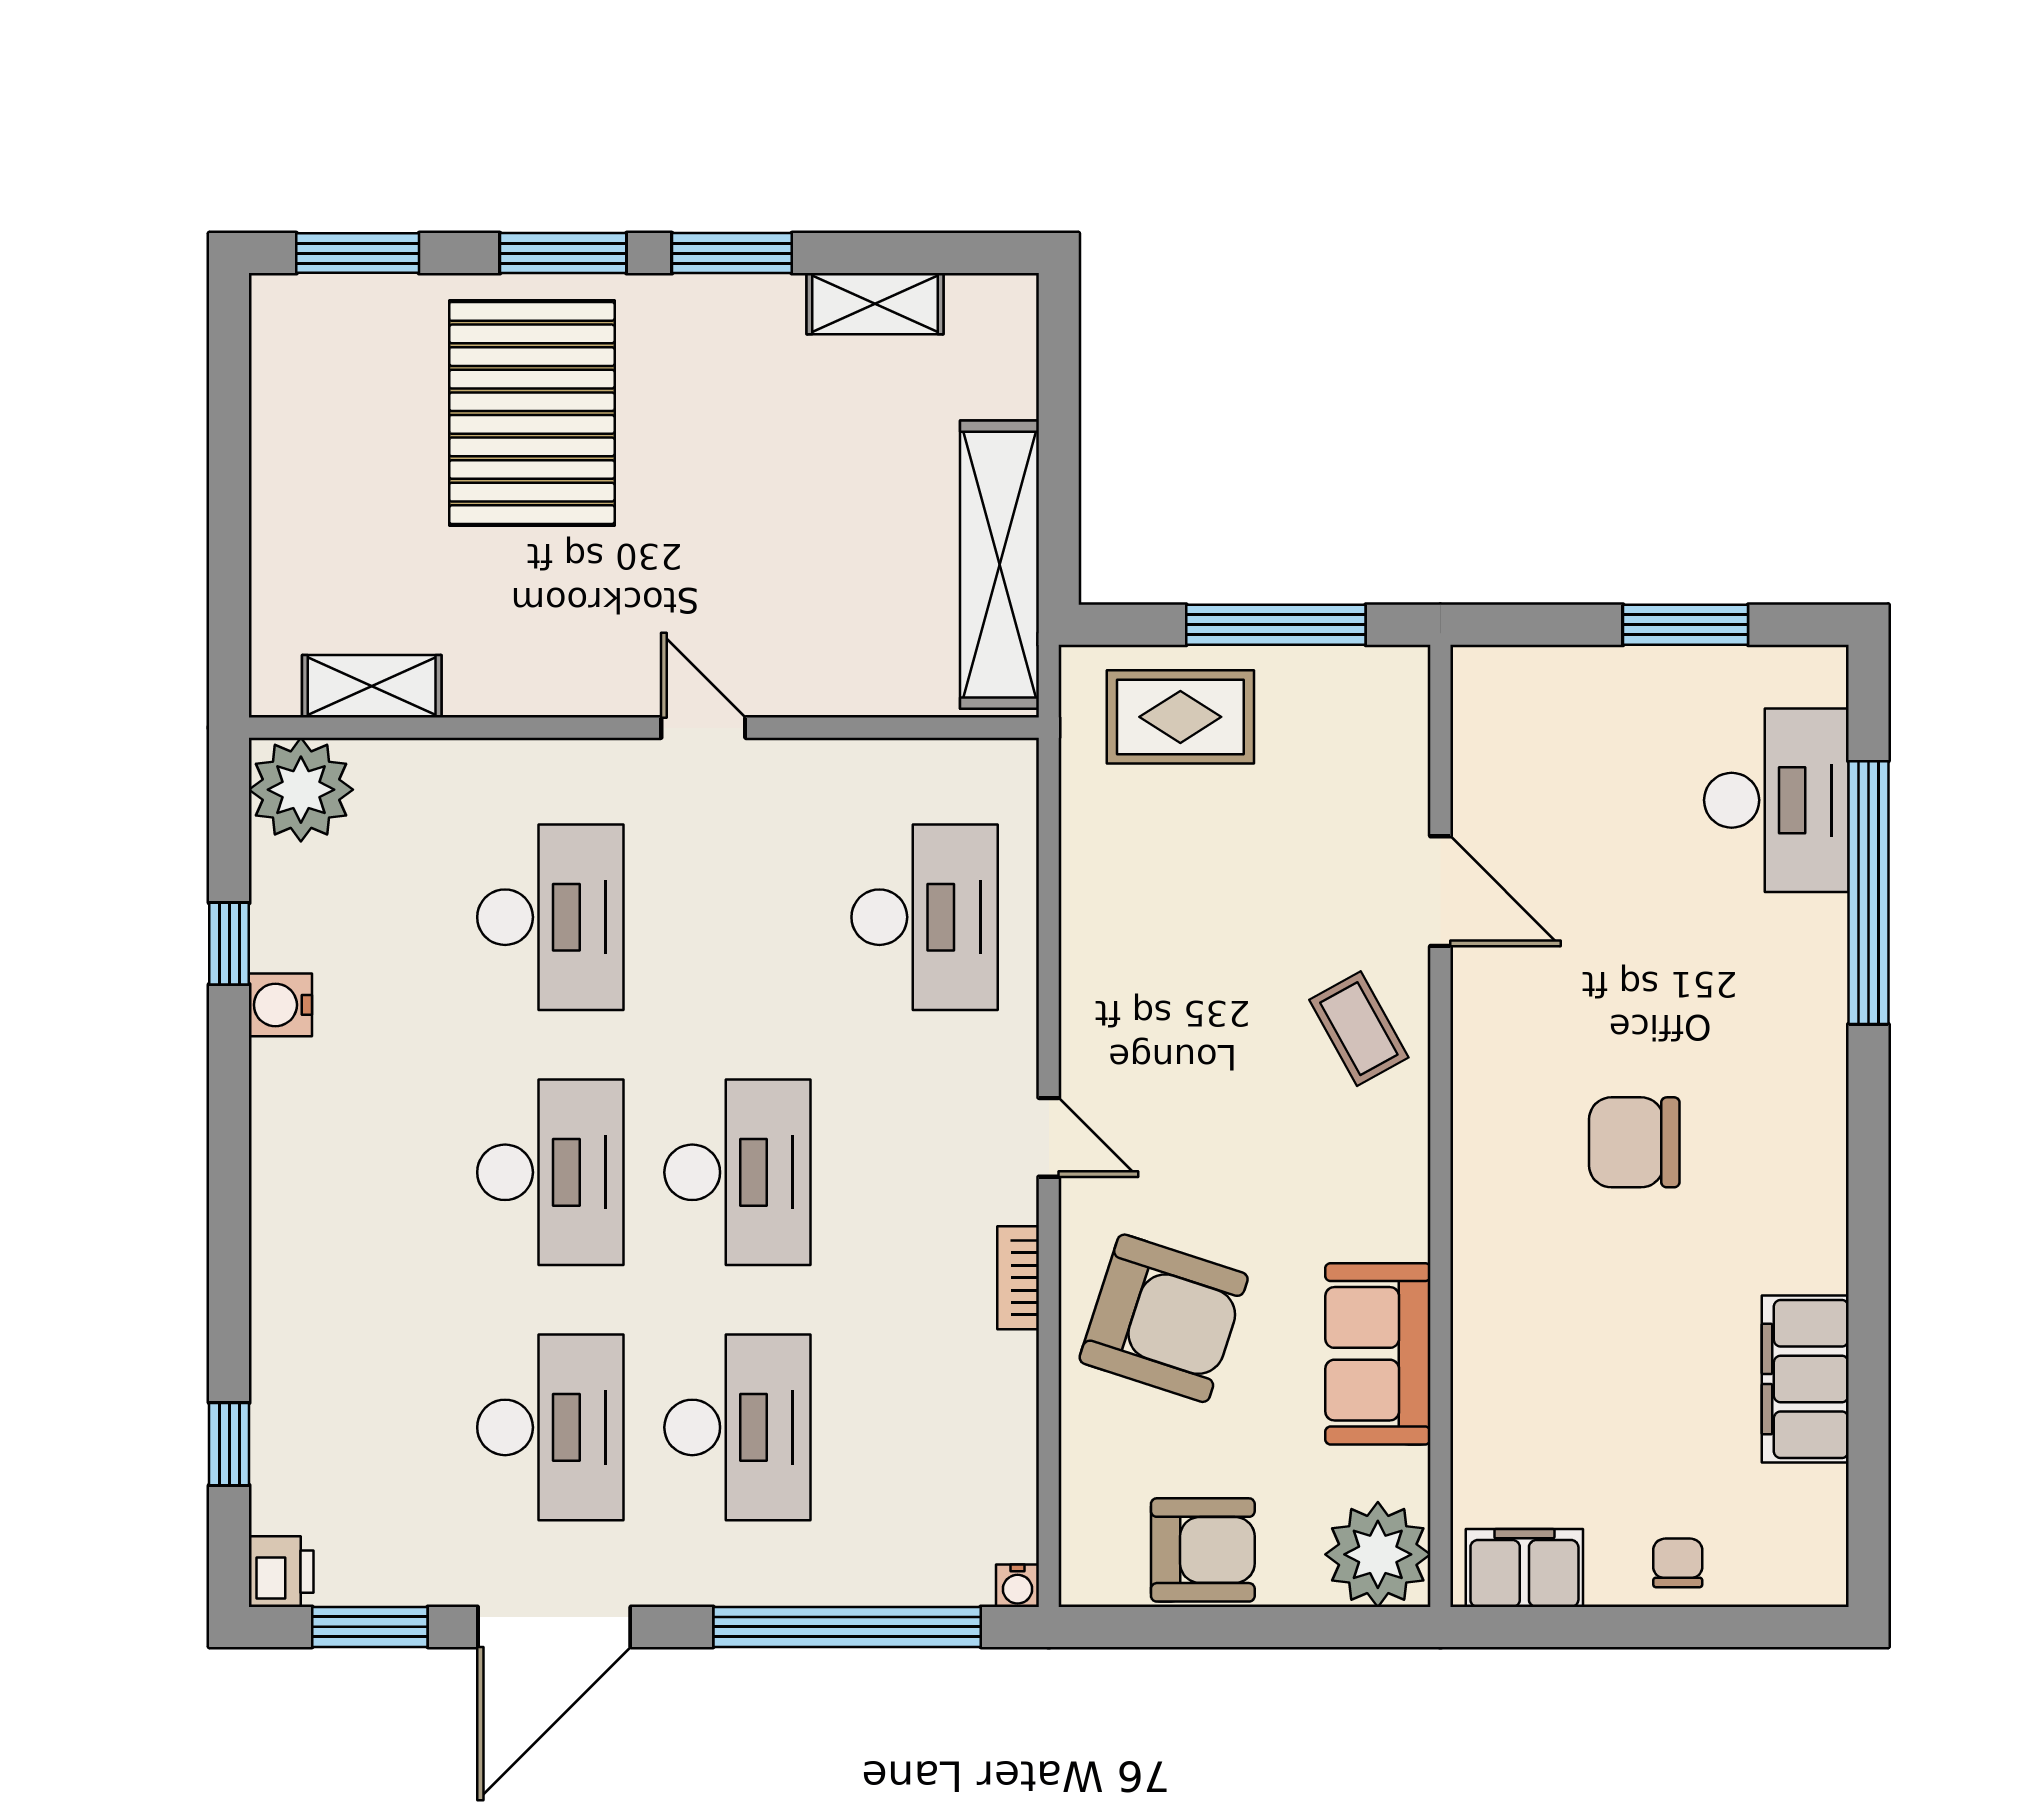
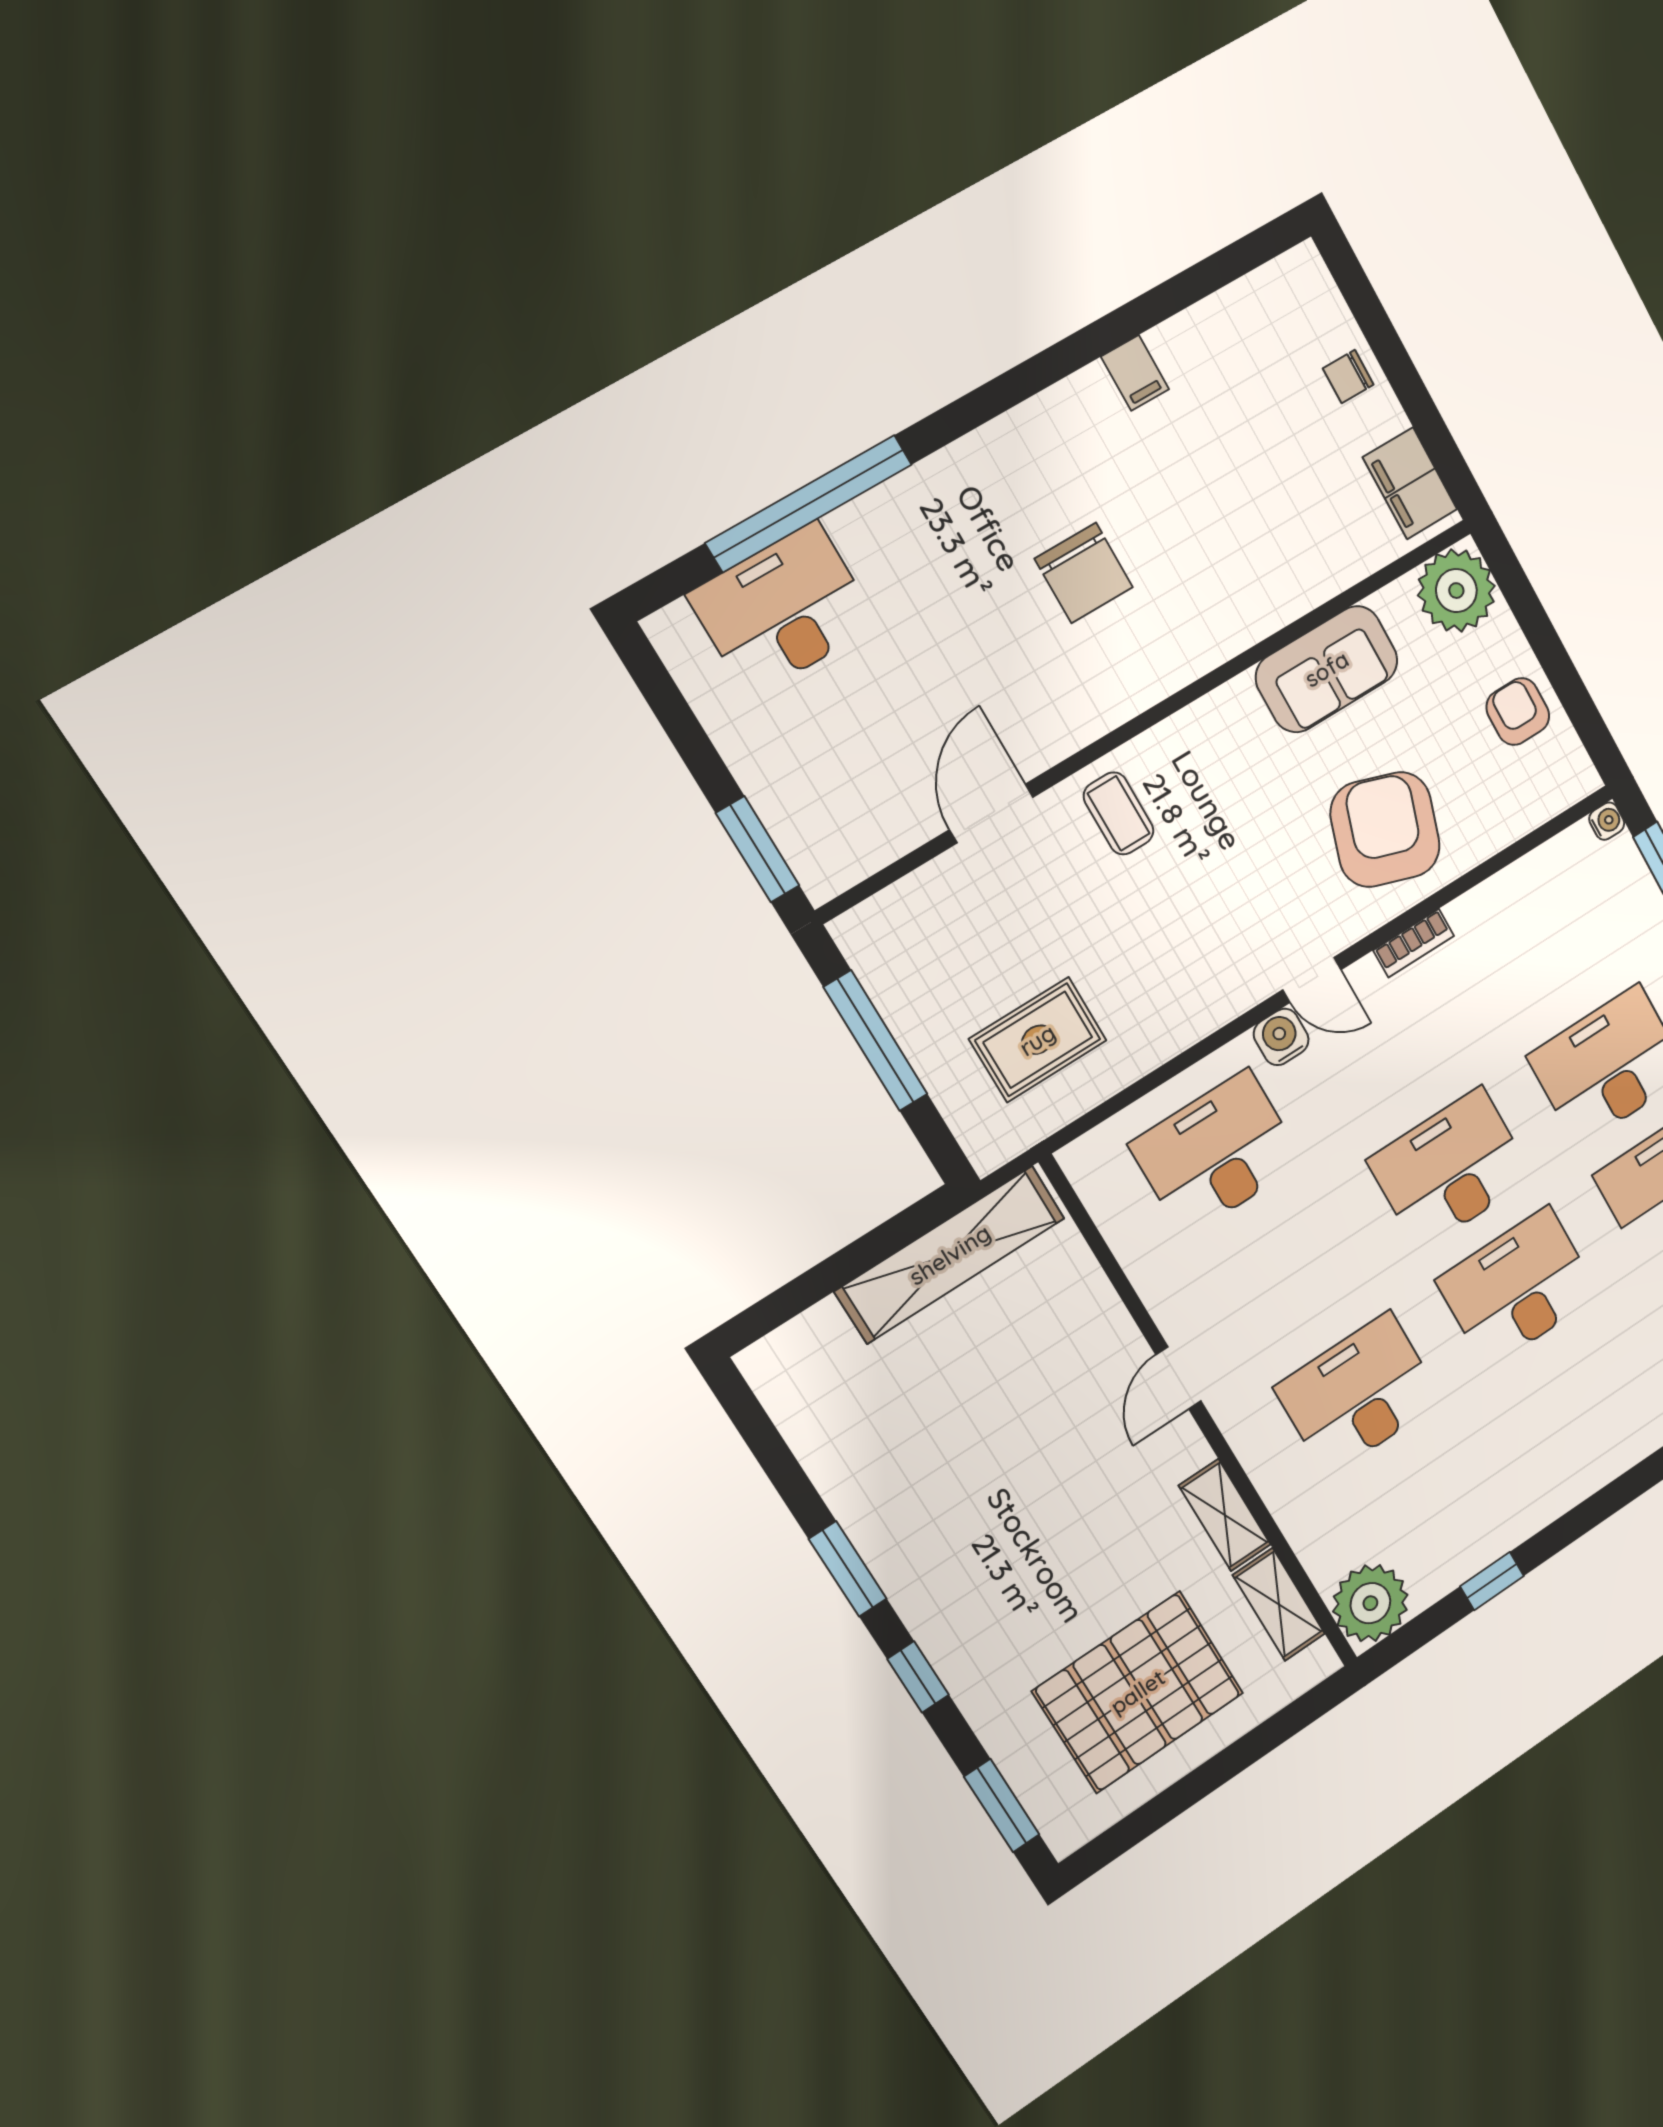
window: (563, 253) -> (918, 1677), width x0.67
shelving: (875, 304) -> (1225, 1515), moved
pallet: (532, 413) -> (1138, 1692), moved
window: (1686, 625) -> (758, 849), moved
rug: (1180, 717) -> (1038, 1040), moved, turned 90
water cooler: (280, 1005) -> (1281, 1037), moved, turned 180
coffee table: (1359, 1029) -> (1119, 813), turned -61
door: (1049, 1137) -> (1312, 980), swing flipped
filing cabinet: (1805, 1379) -> (1135, 373), width x0.33, depth x0.86
armchair: (1203, 1550) -> (1518, 712), width x0.72, depth x0.72

